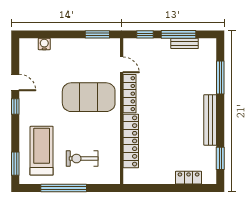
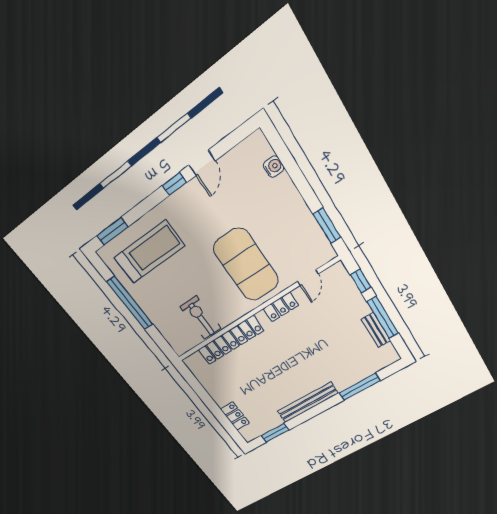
locker: (130, 94) -> (281, 307), width x0.66
exercise bike: (82, 159) -> (201, 318), moved

